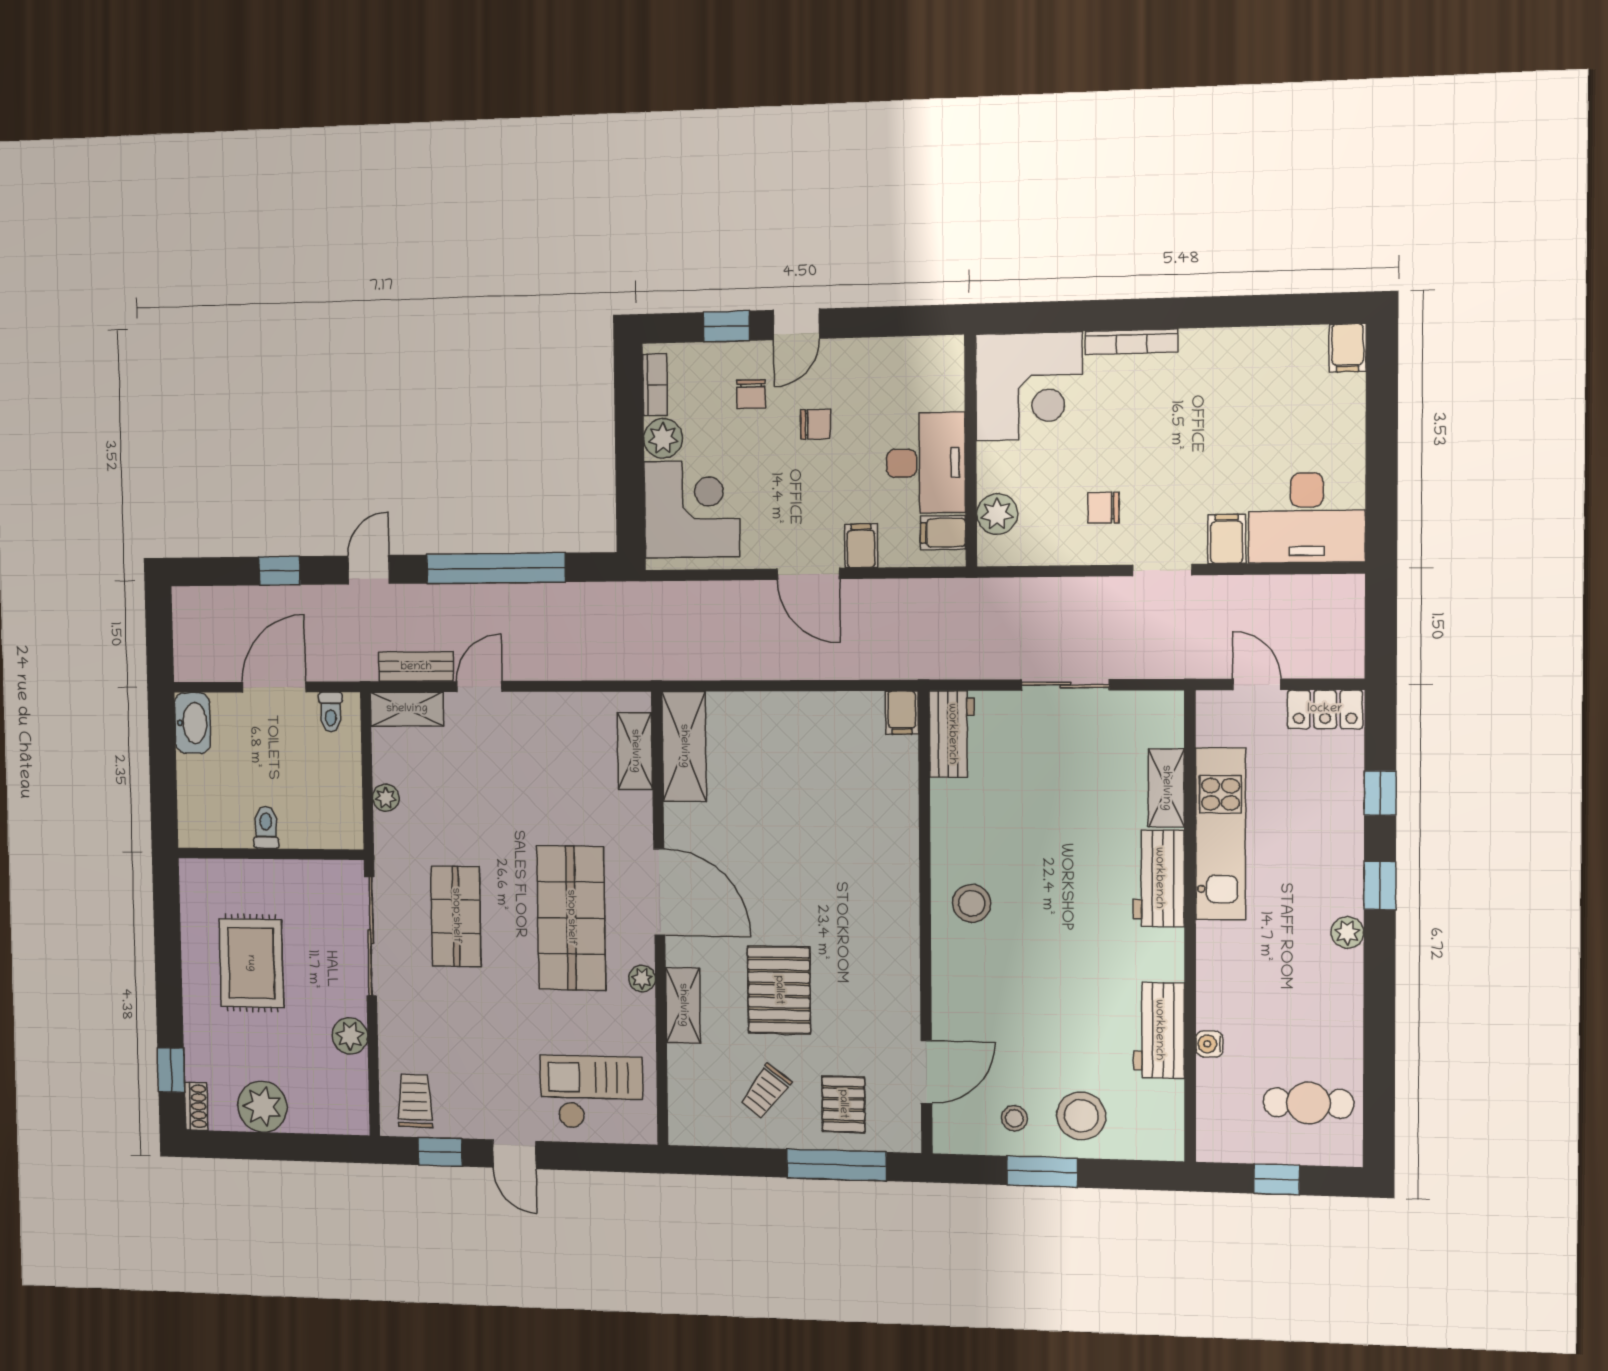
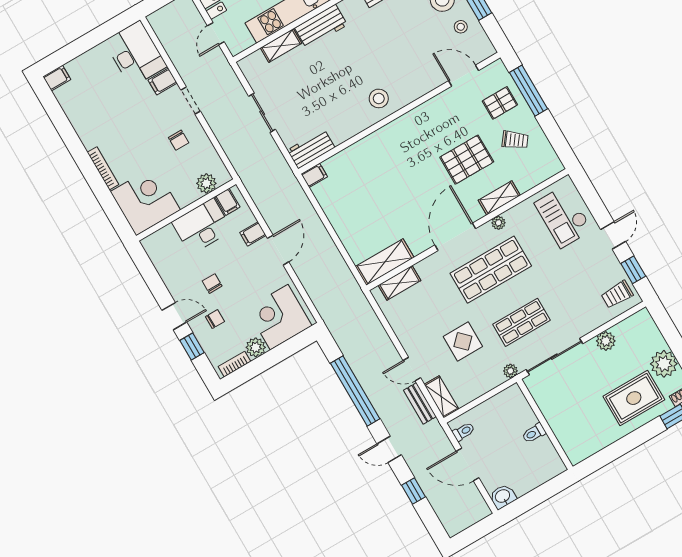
washbasin: (192, 723) -> (503, 497), width x0.72
plant: (386, 798) -> (510, 371), moved
display table: (478, 800) -> (463, 341), added
rug: (251, 963) -> (634, 398), moved

